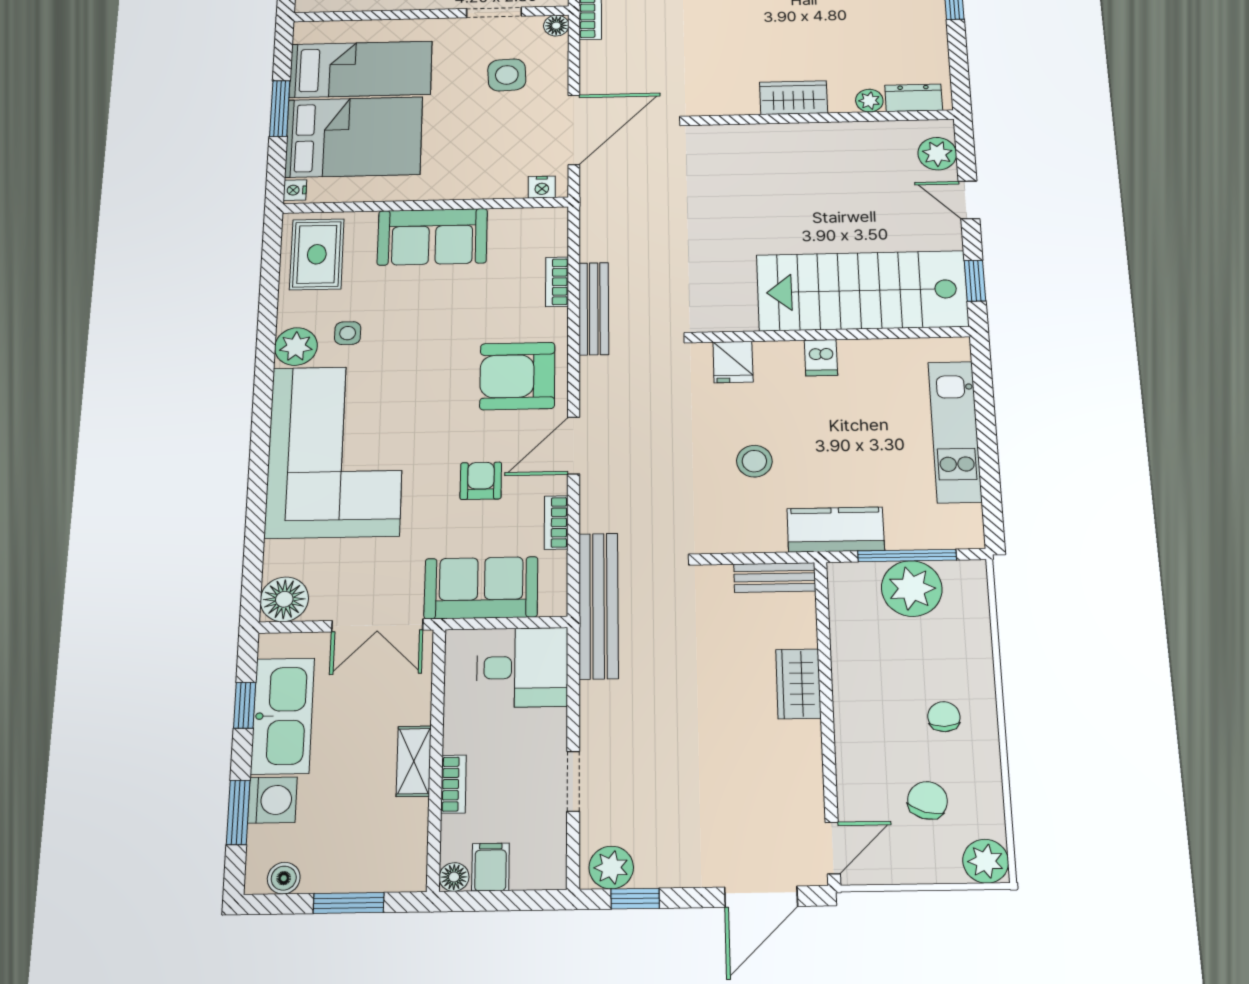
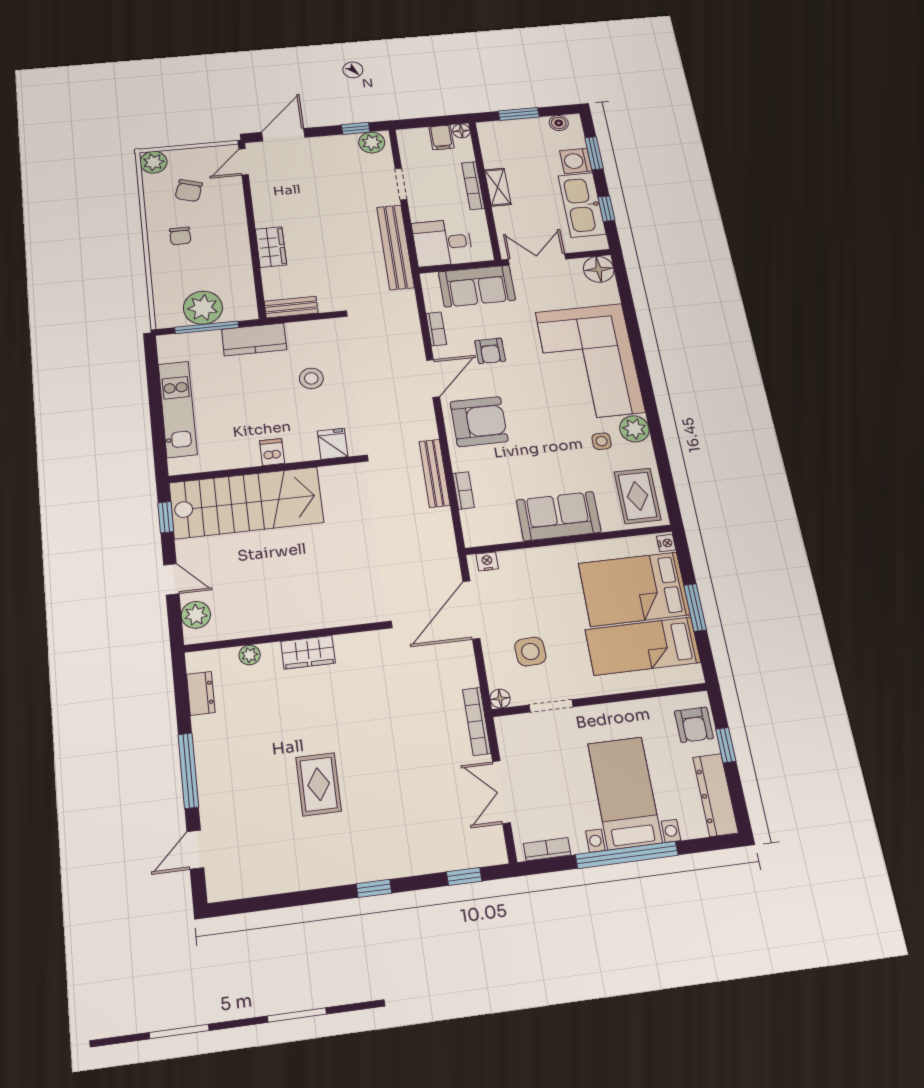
dresser: (914, 98) -> (201, 693), moved, turned -90
bench: (598, 605) -> (395, 247), moved
bookcase: (454, 784) -> (473, 186), width x1.56

